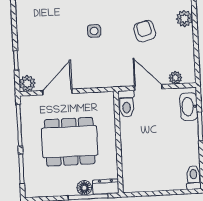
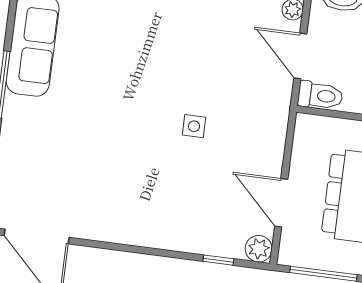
armchair: (145, 31) -> (209, 45), removed
door: (148, 87) -> (300, 56), hinge flipped

